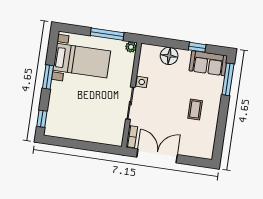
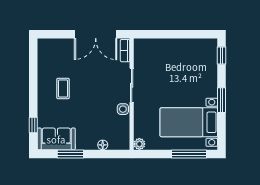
window: (107, 34) -> (189, 154), moved
window: (197, 47) -> (70, 154), width x1.50
floor lamp: (169, 56) -> (103, 145), width x0.53, depth x0.53
window: (228, 79) -> (33, 125), width x0.46

